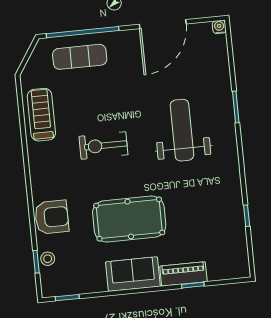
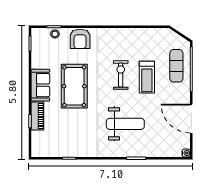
treadmill: (41, 115) -> (147, 77), moved, turned 90

